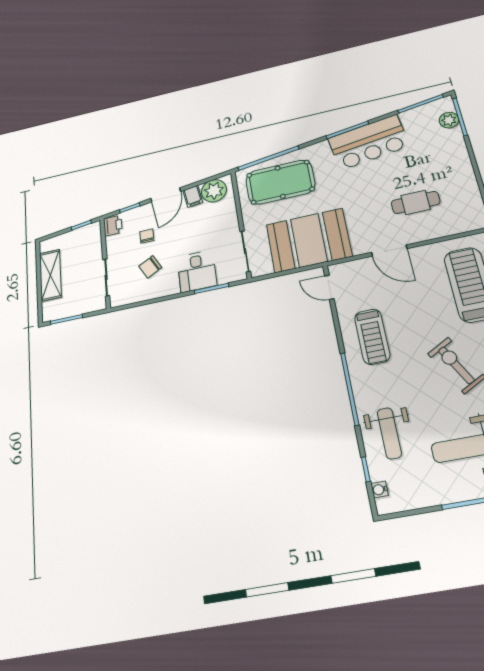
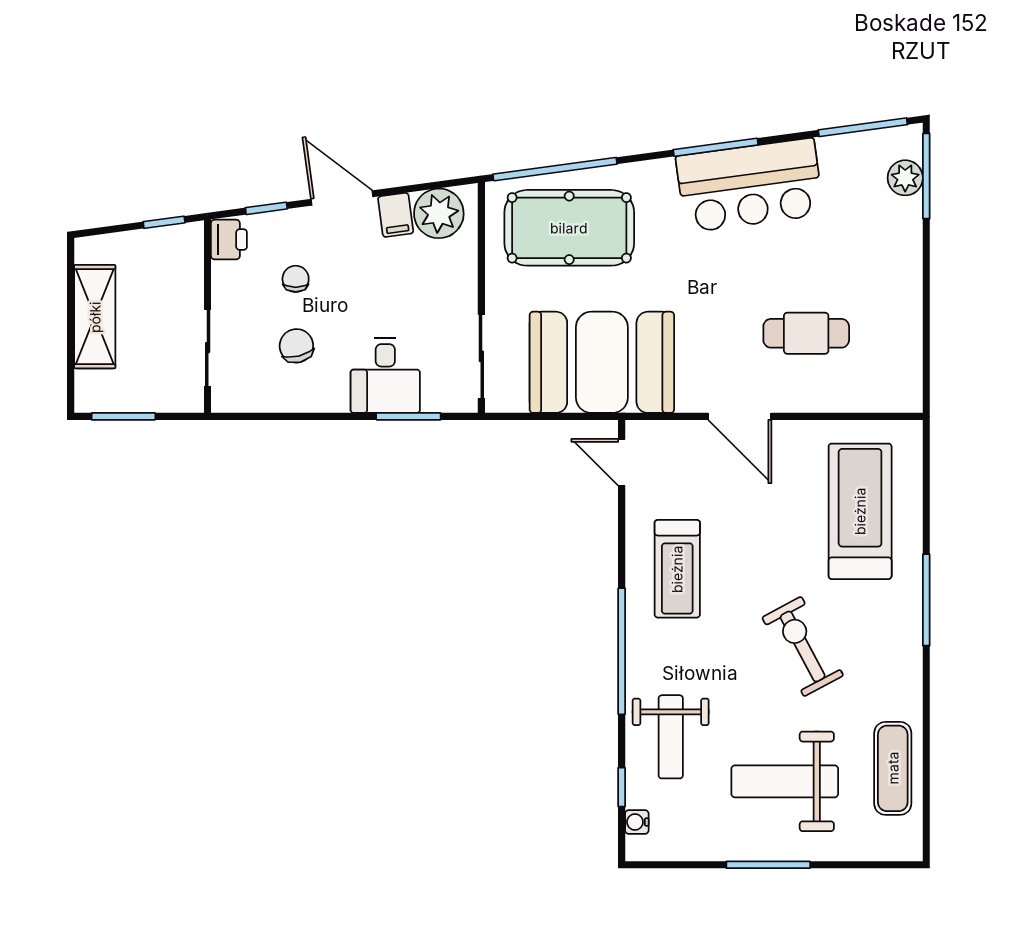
door: (166, 195) -> (342, 198), swing flipped
chair: (150, 267) -> (296, 346), turned 104

